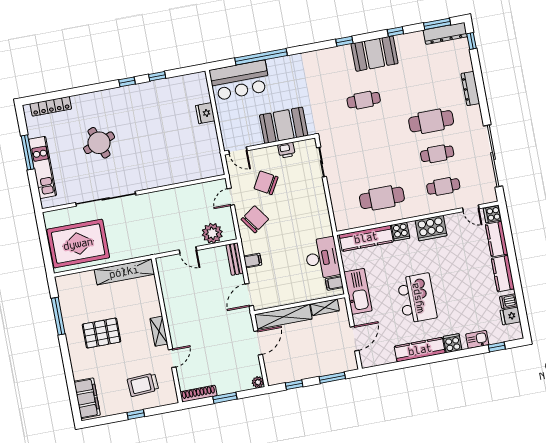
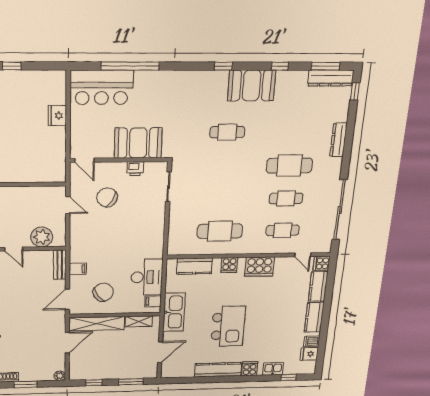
door: (231, 197) -> (68, 205), swing flipped
chair: (255, 219) -> (103, 292), moved
kitchen counter: (366, 238) -> (194, 266), width x0.67

